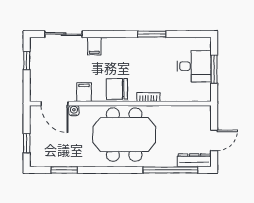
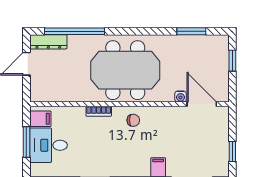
chair: (117, 89) -> (133, 120), width x0.54, depth x0.54
filing cabinet: (84, 92) -> (40, 119), moved, turned -90

